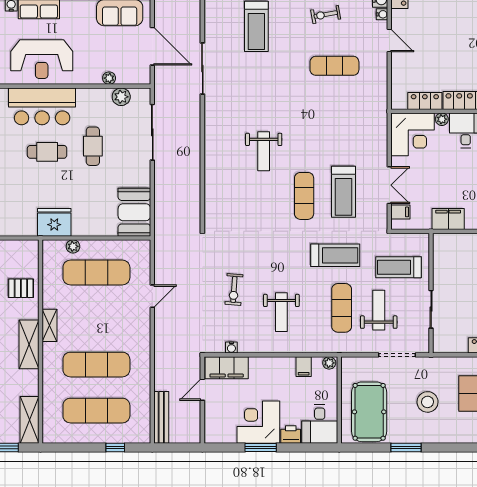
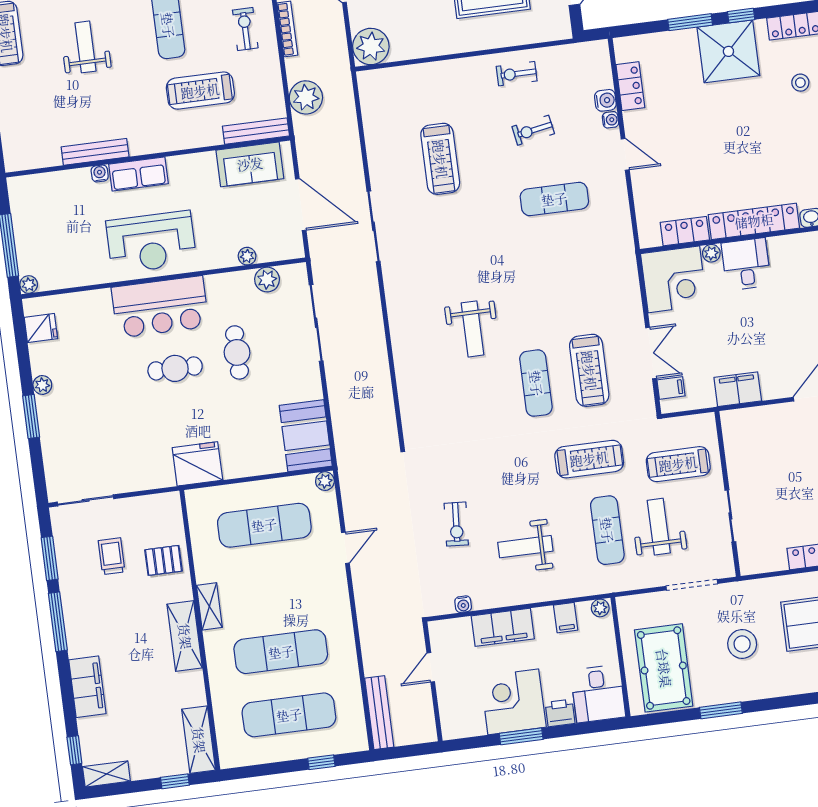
plant: (73, 246) -> (325, 481), moved
weight bench: (281, 312) -> (525, 547), turned 90
filing cabinet: (227, 368) -> (503, 627), moved

